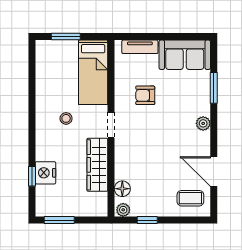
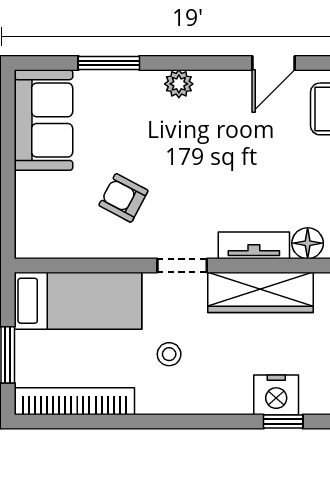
tv unit: (140, 47) -> (254, 245), moved, turned -90
bookcase: (42, 70) -> (74, 401), added
armchair: (145, 95) -> (123, 198), turned 118
door: (214, 171) -> (274, 63), width x0.73

